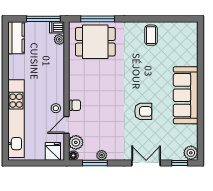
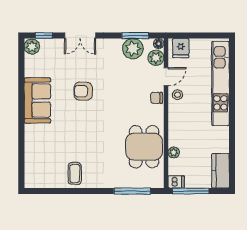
plant: (59, 39) -> (174, 152), moved
dining table: (95, 42) -> (144, 147), moved, turned 90
sofa: (186, 95) -> (37, 101), width x0.73
plant: (102, 155) -> (133, 49), width x1.88, depth x1.88

